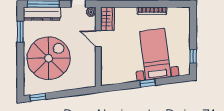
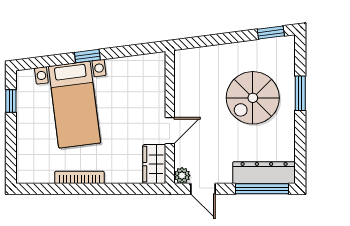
window: (20, 32) -> (300, 93), moved
door: (98, 39) -> (170, 131), hinge flipped
spiral stairs: (49, 58) -> (253, 98), width x0.73, depth x0.73

